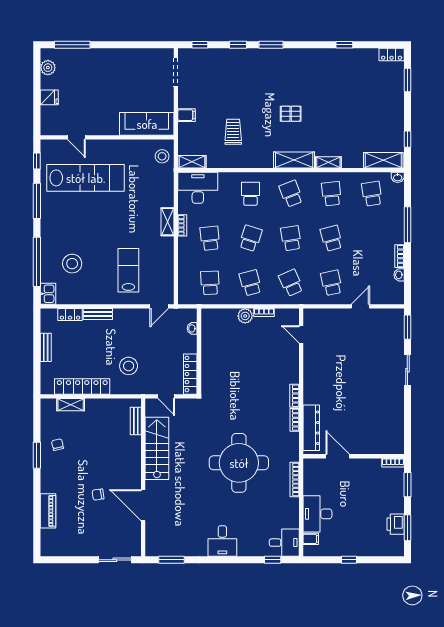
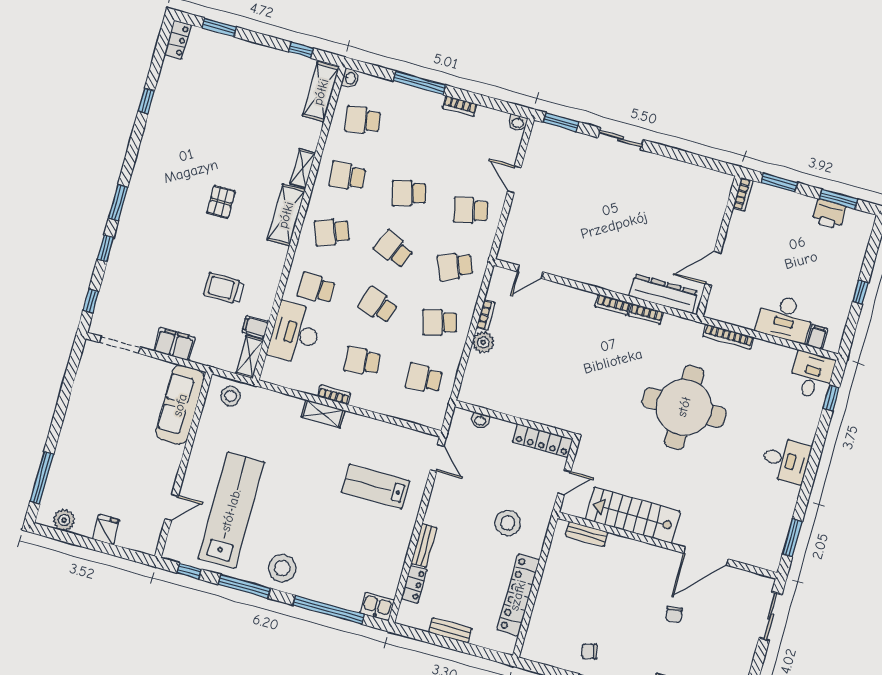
filing cabinet: (186, 115) -> (174, 344), width x2.00
filing cabinet: (213, 160) -> (255, 327), added
desk: (198, 188) -> (295, 333), moved
school desk: (291, 238) -> (393, 249), turned 33
stool: (72, 264) -> (282, 568), moved
washbasin: (399, 275) -> (518, 123), moved
shelving: (71, 405) -> (539, 618), removed

